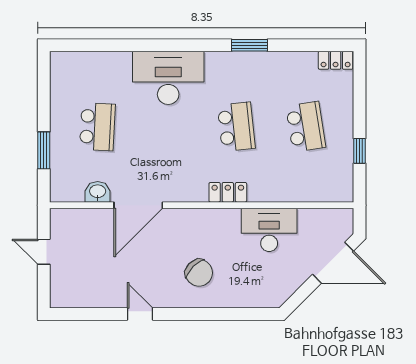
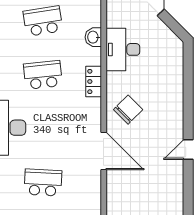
washbasin: (98, 192) -> (93, 37), moved
chair: (199, 273) -> (128, 110), moved

